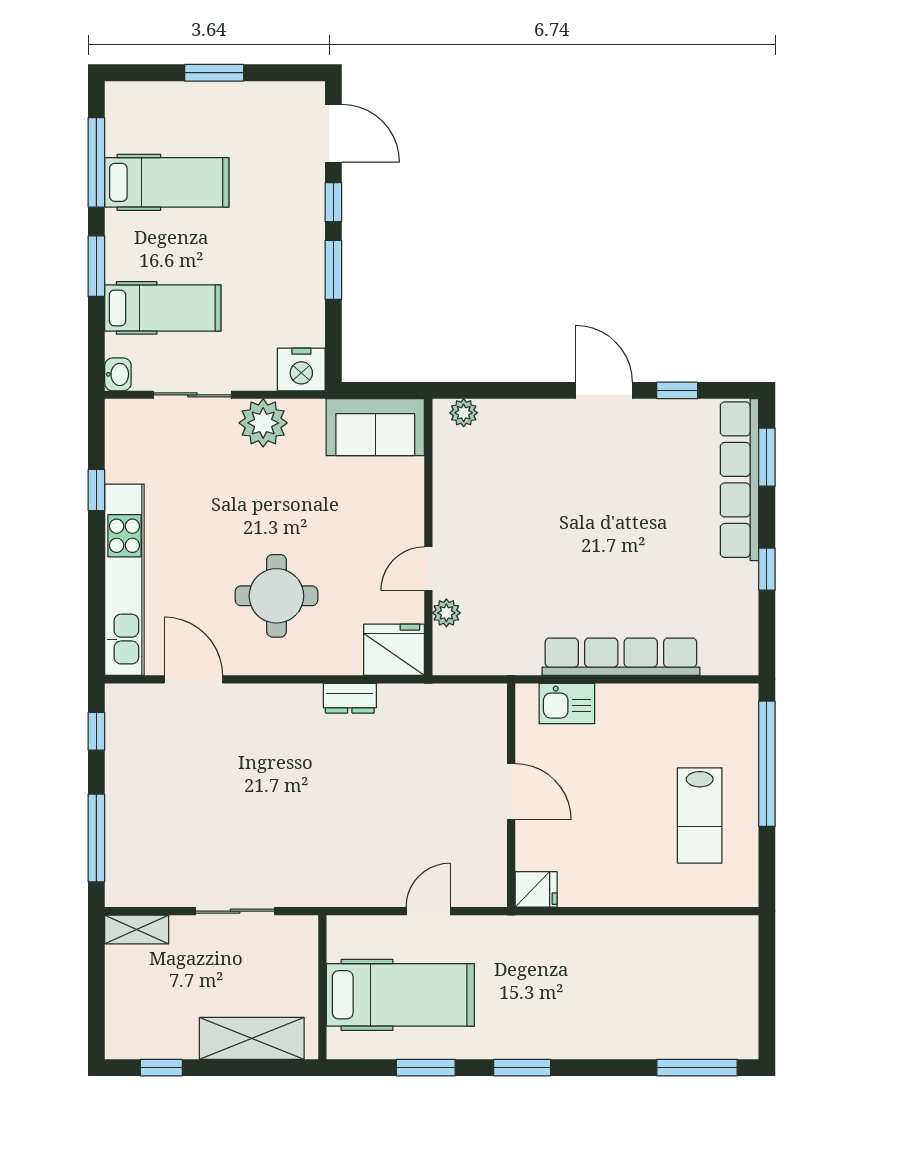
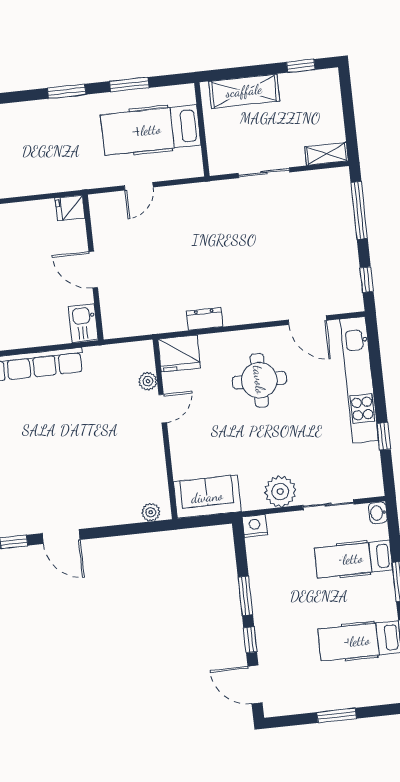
nightstand: (301, 369) -> (255, 526), width x0.74, depth x0.75
kitchen sink: (567, 704) -> (83, 323), moved, turned -90

